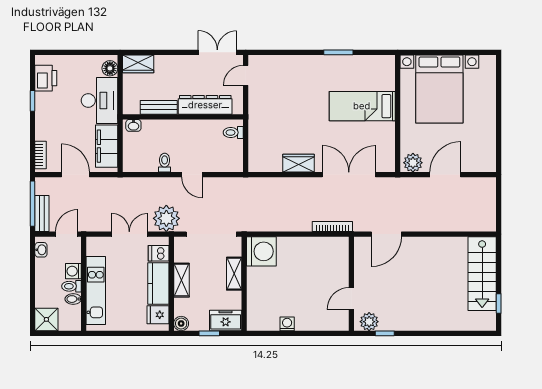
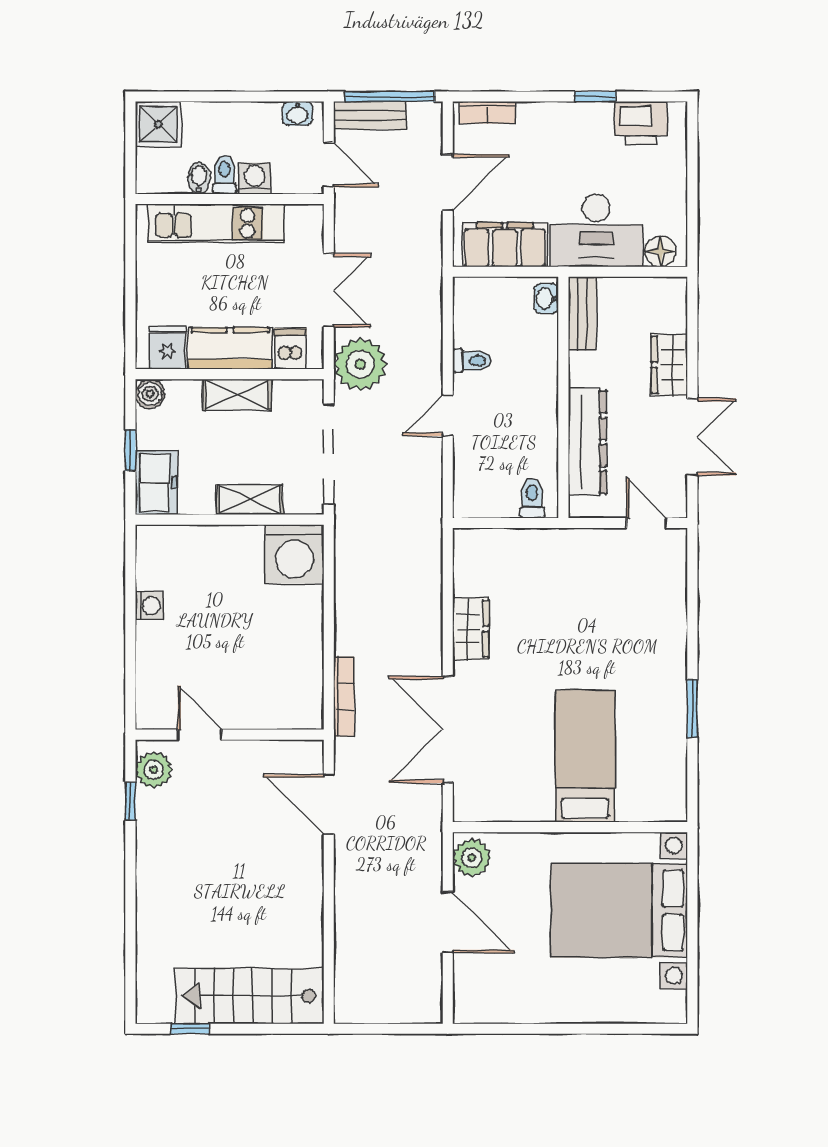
double door: (217, 52) -> (692, 437), moved
wardrobe: (138, 64) -> (669, 365), moved
bench: (159, 107) -> (582, 313), moved
double door: (349, 175) -> (448, 729), swing flipped

